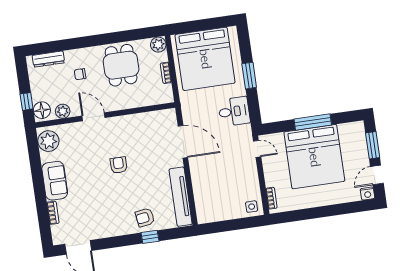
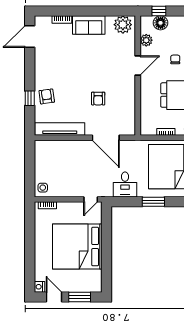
floor lamp: (42, 110) -> (161, 23), moved
window: (313, 122) -> (106, 249), removed
door: (183, 142) -> (106, 138), hinge flipped
armchair: (119, 165) -> (98, 99), moved, turned 90

